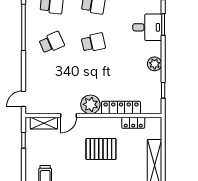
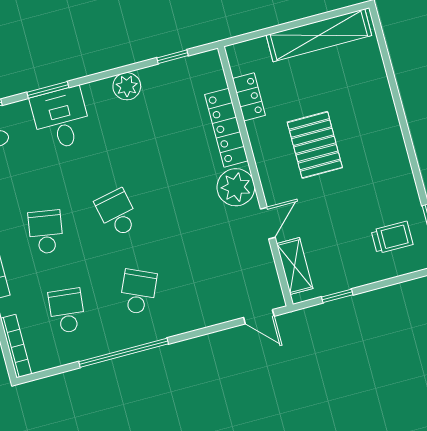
school desk: (52, 43) -> (138, 292), turned 48
door: (68, 116) -> (268, 223), hinge flipped

